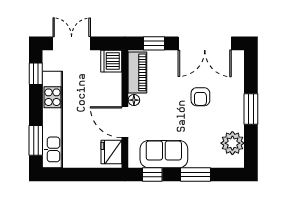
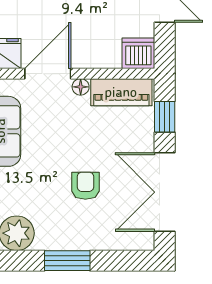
armchair: (200, 97) -> (85, 186), turned 90

